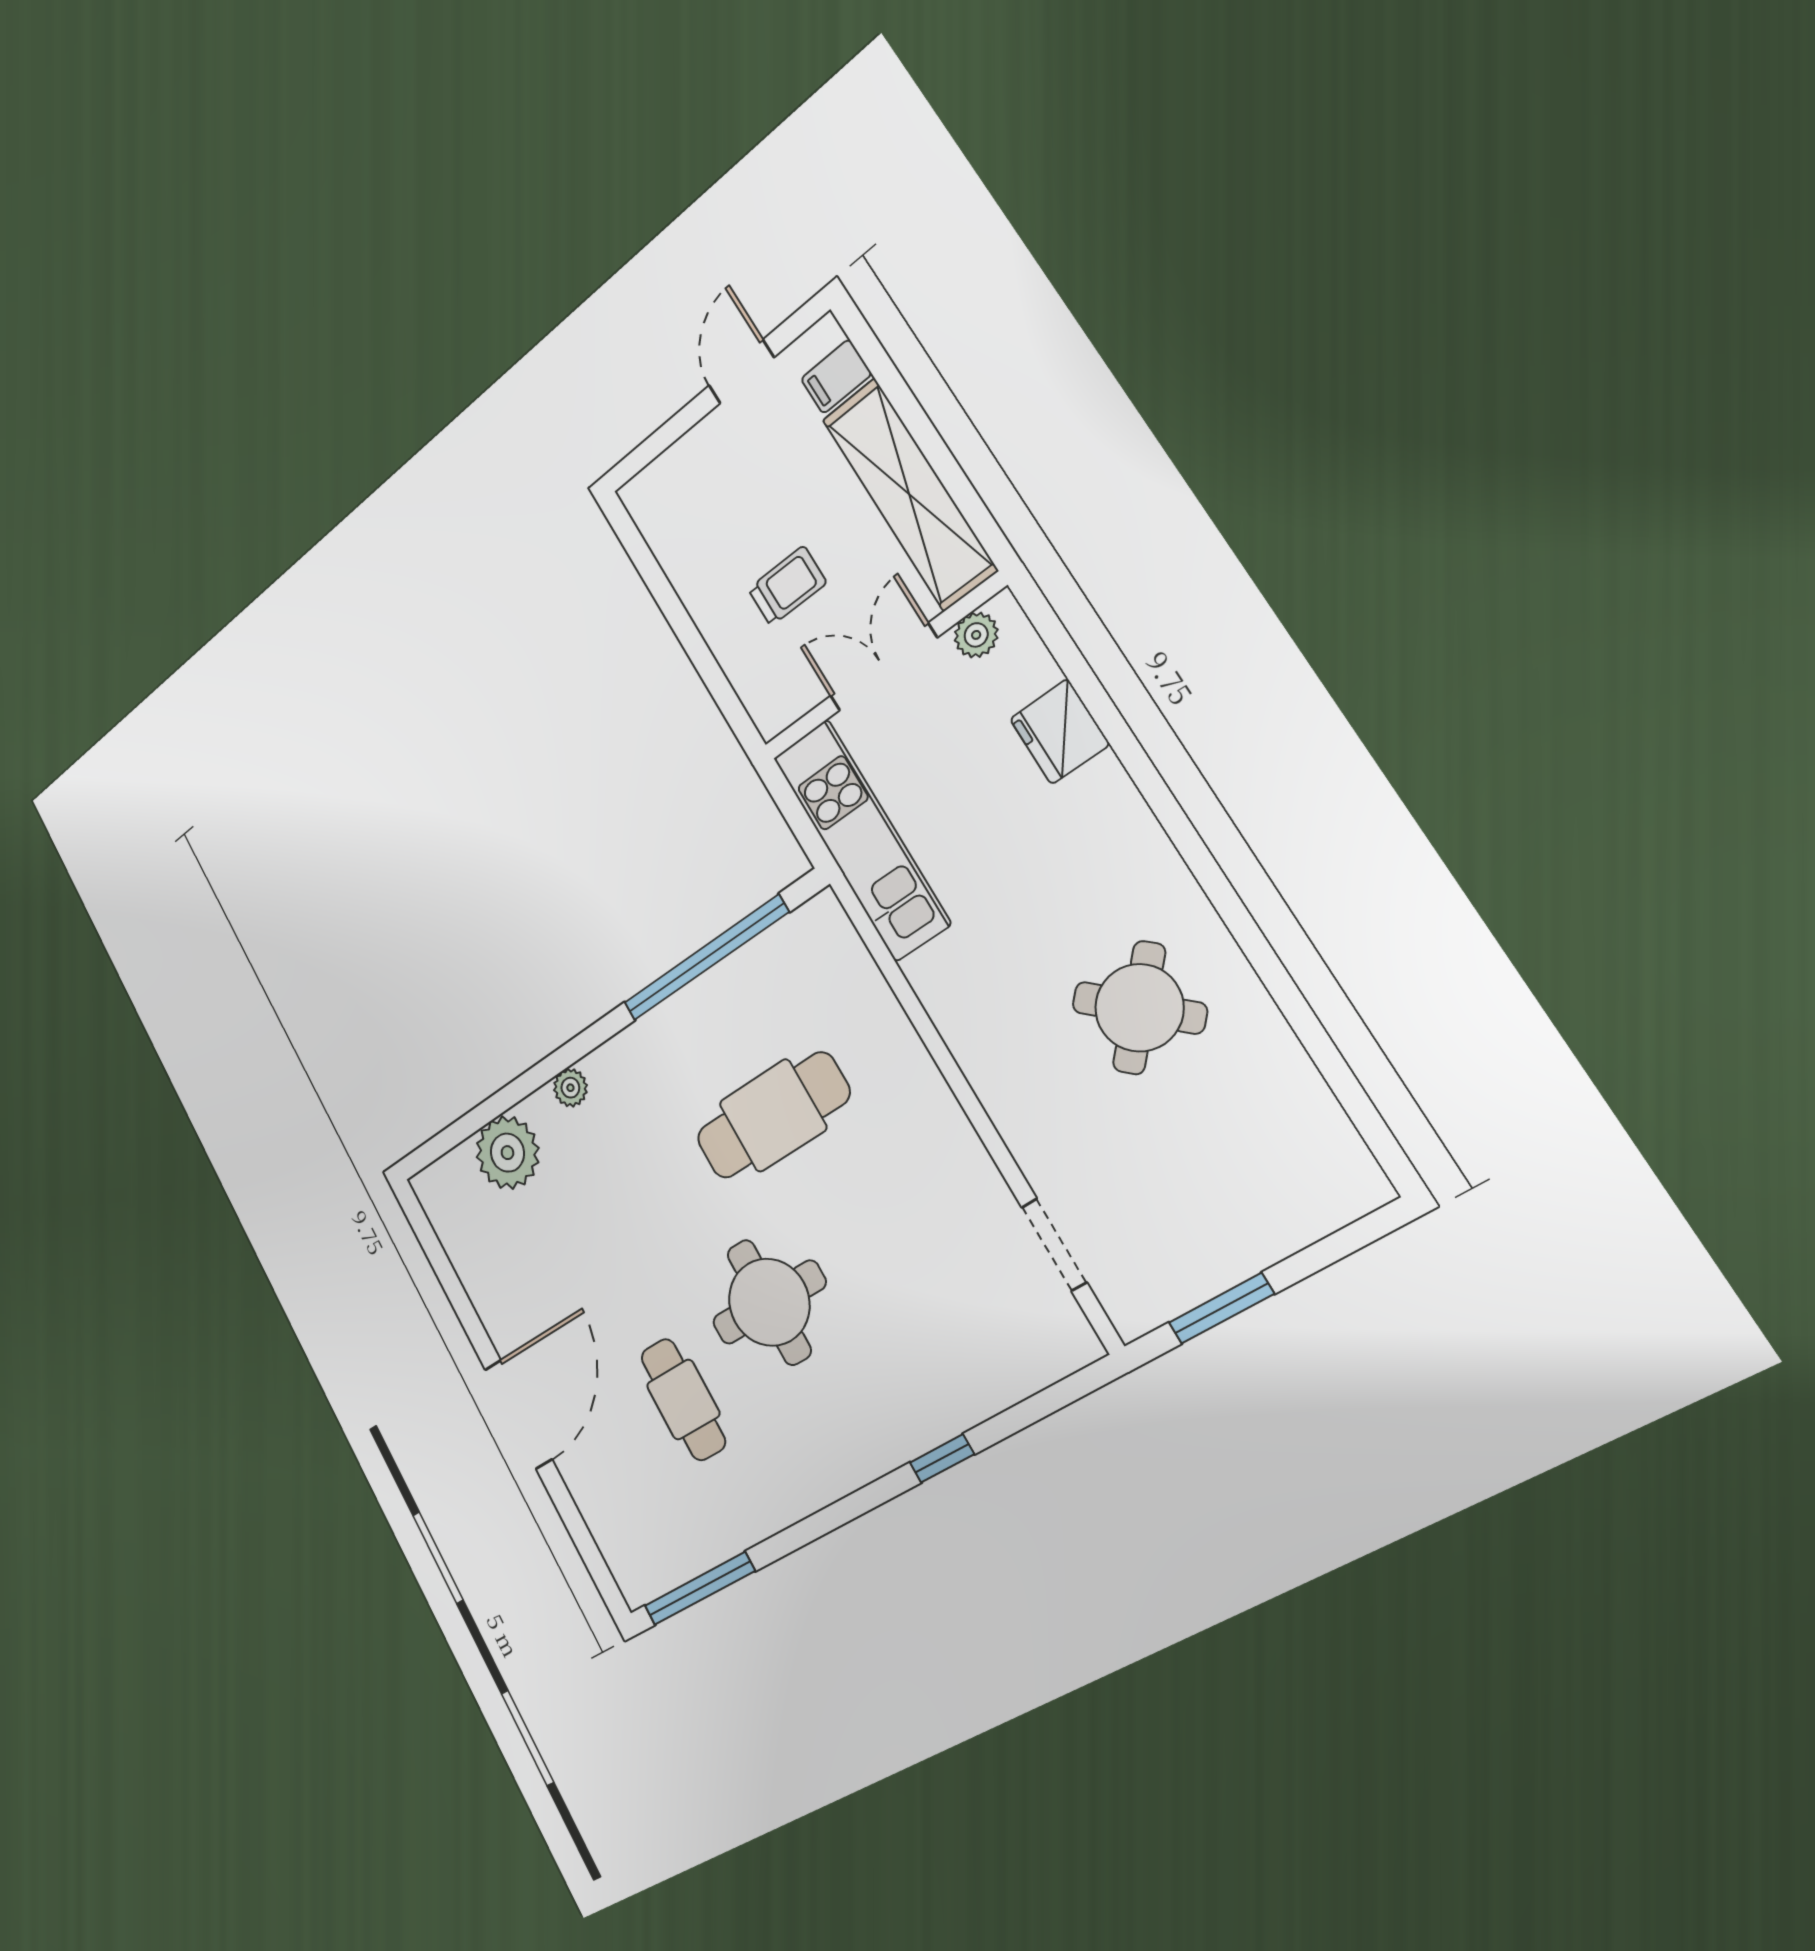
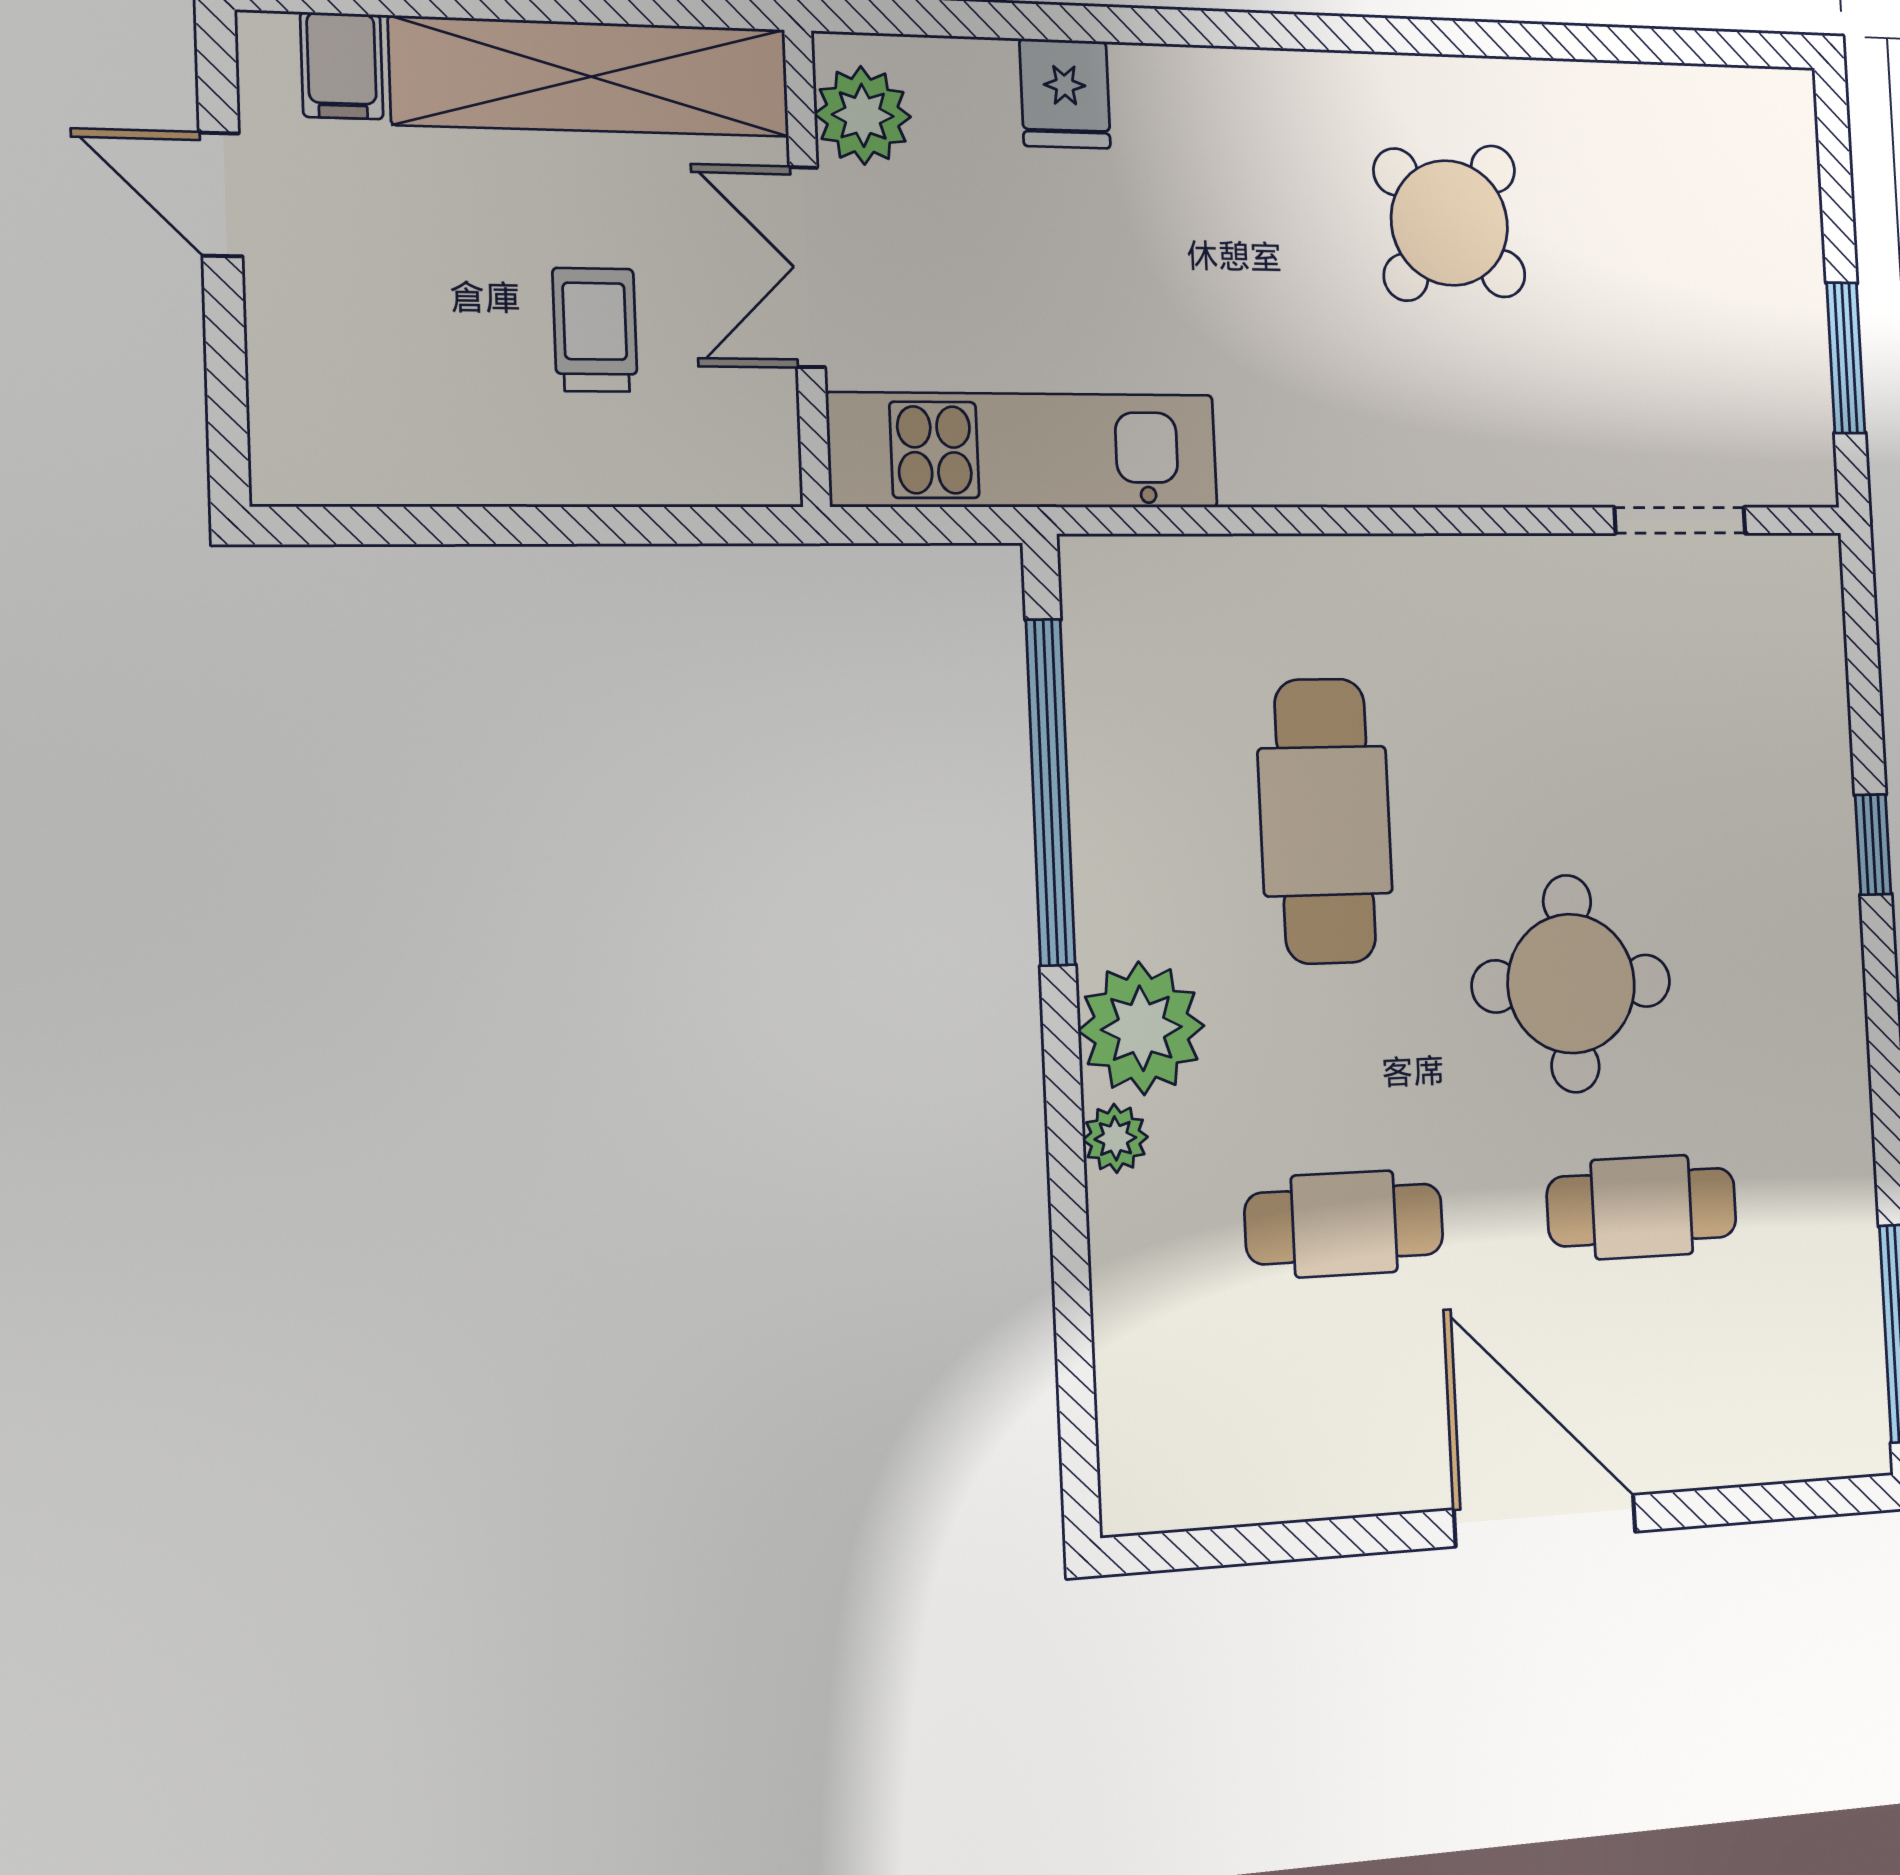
plant: (976, 635) -> (863, 115), width x1.38, depth x1.38
fridge: (1060, 732) -> (1065, 94), width x0.72
plant: (507, 1153) -> (1141, 1028), moved
cafe table: (593, 1232) -> (1344, 1224), added

